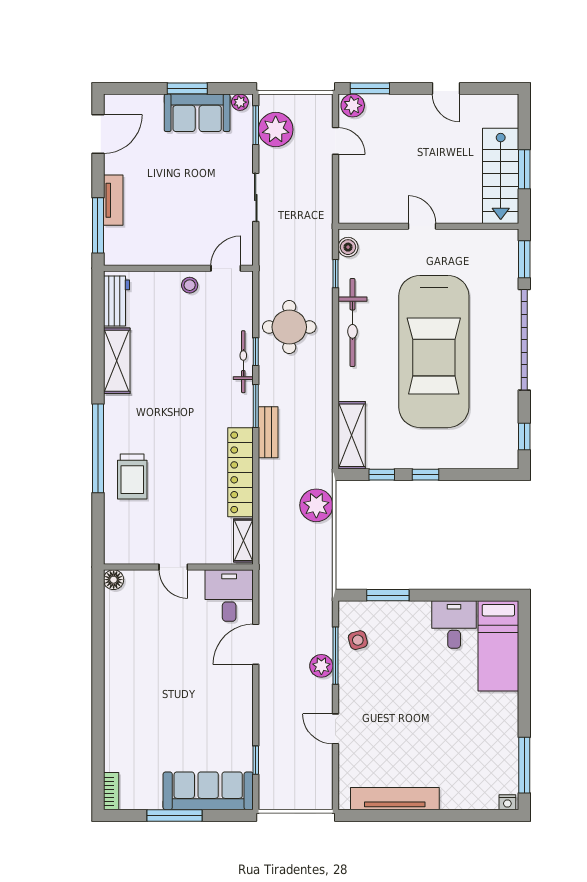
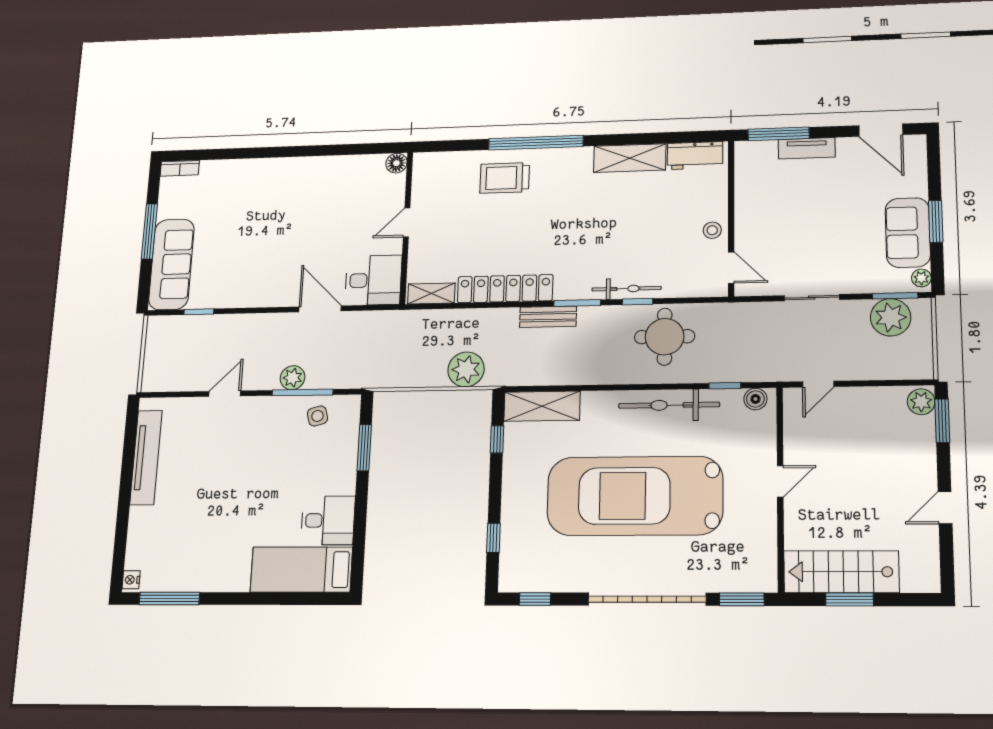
door: (335, 141) -> (818, 384), moved
window: (425, 475) -> (493, 538), moved

